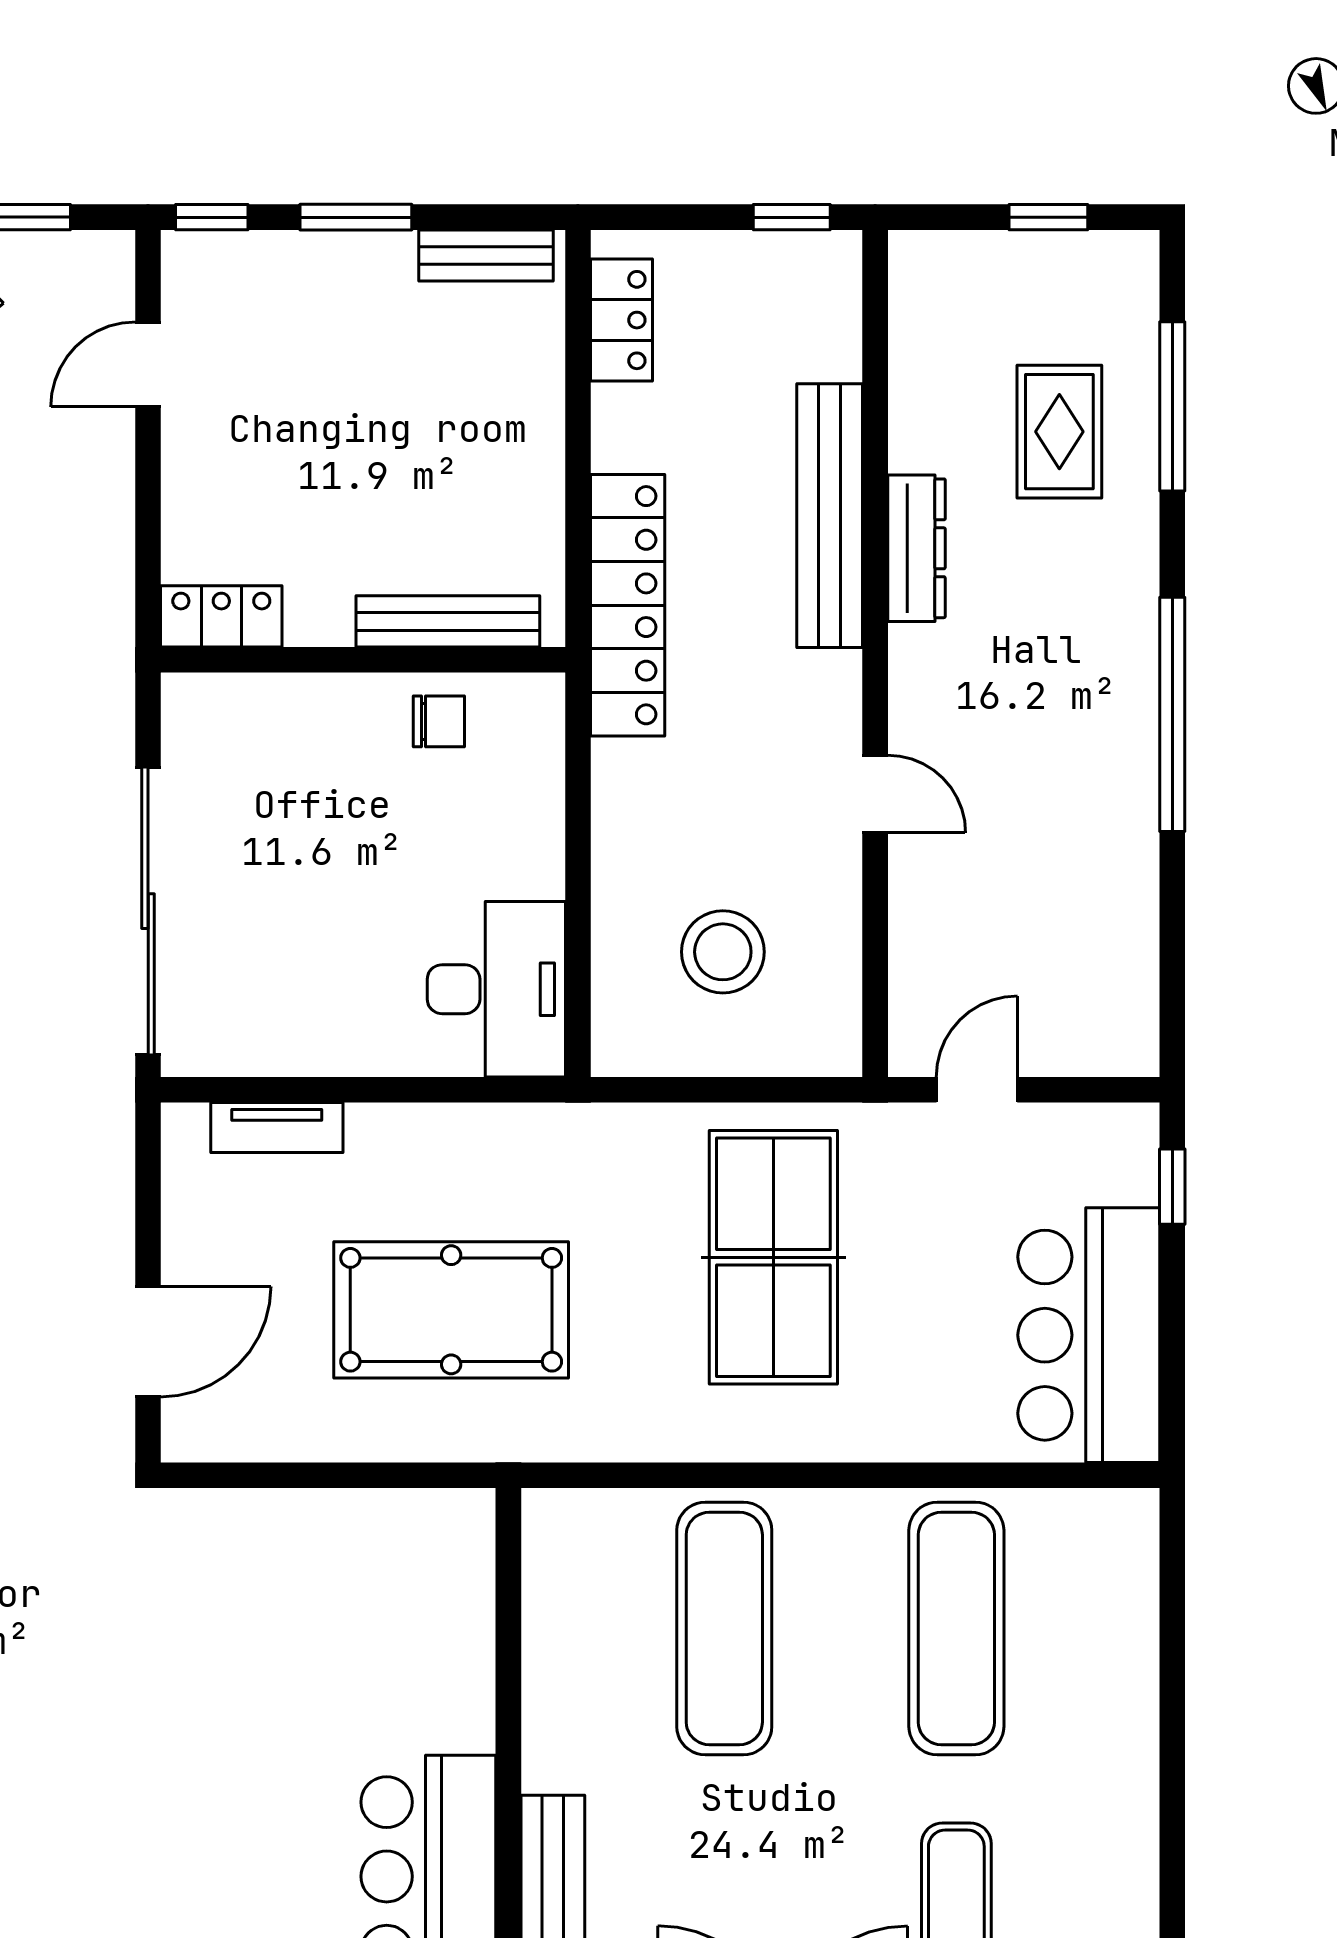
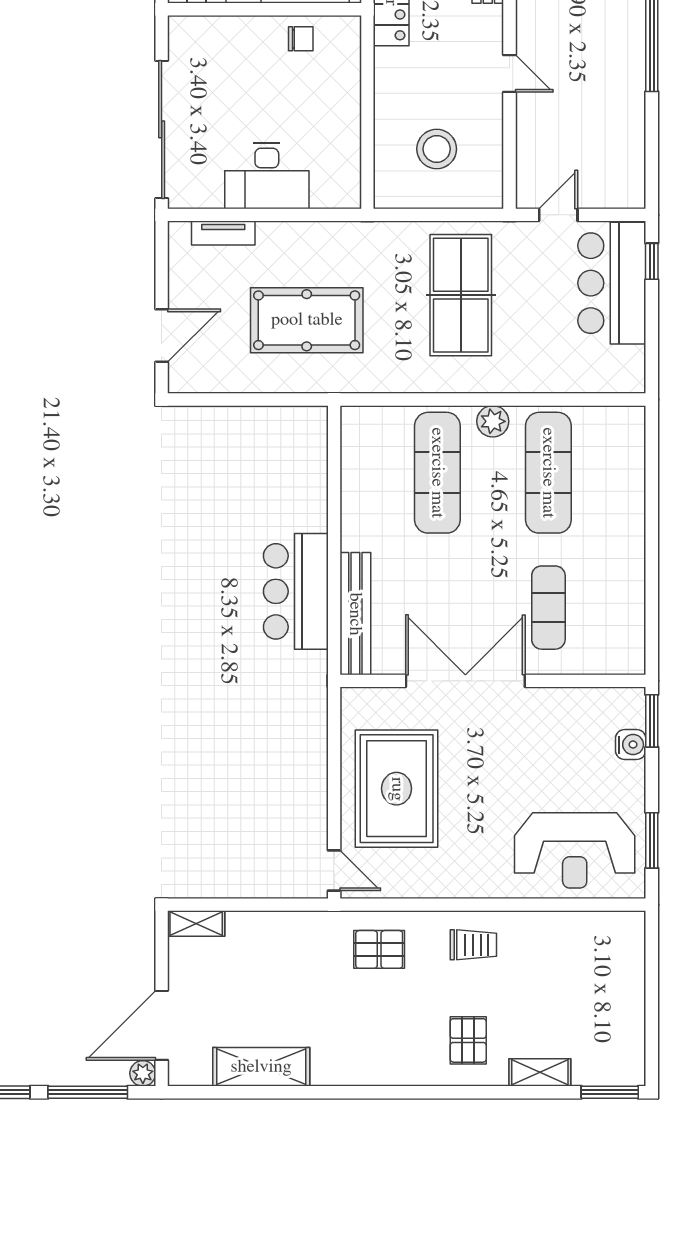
desk: (496, 989) -> (267, 176), moved, turned 90
bar counter: (1089, 1335) -> (612, 283), moved
plant: (840, 1521) -> (493, 421), added

